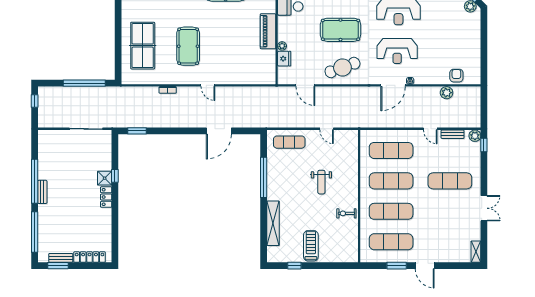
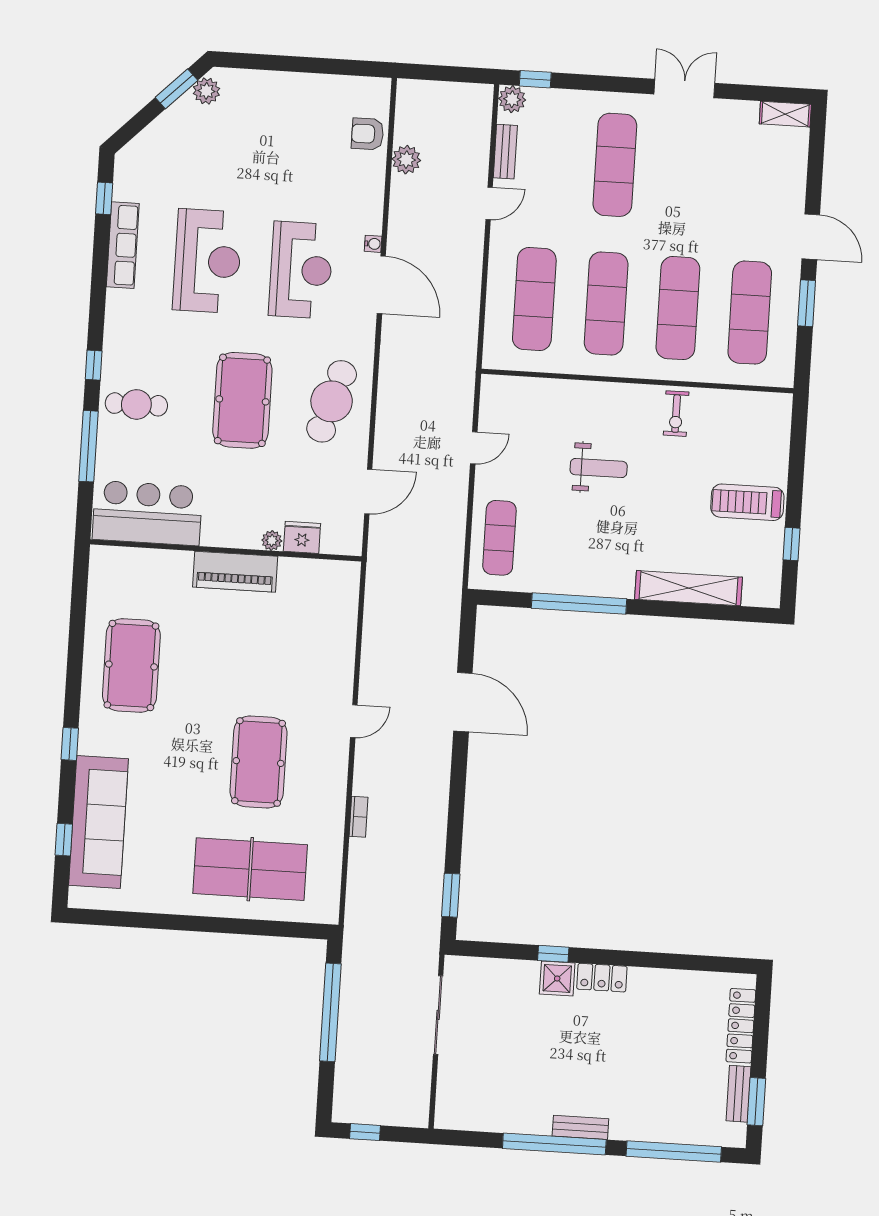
pool table: (188, 46) -> (259, 762), turned 90
cafe table: (342, 67) -> (332, 401), turned 37
door: (425, 266) -> (811, 237), hinge flipped

